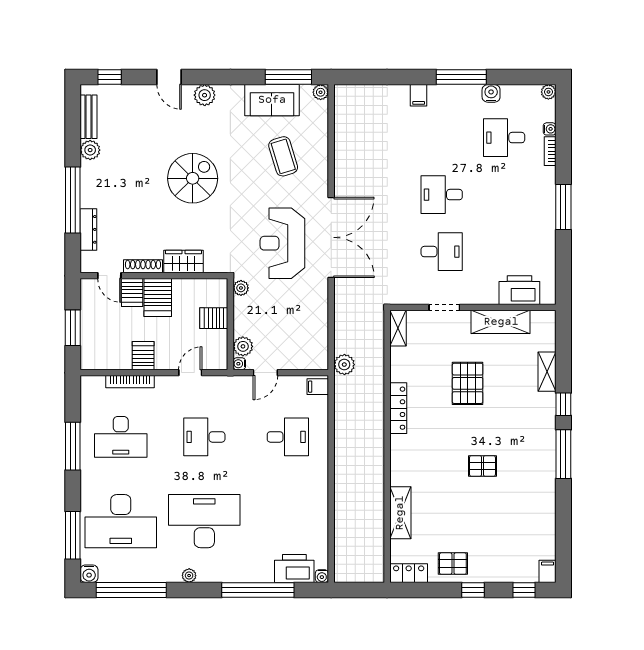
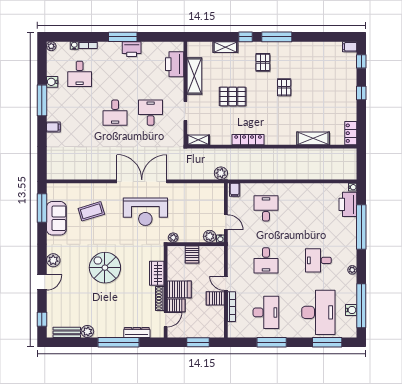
plant: (321, 92) -> (51, 188), removed
printer: (544, 221) -> (132, 49), added
door: (190, 373) -> (226, 283), moved
desk: (204, 521) -> (318, 260), width x0.53, depth x0.77
pallet: (453, 564) -> (263, 62), moved
water cooler: (89, 574) -> (351, 310), moved

